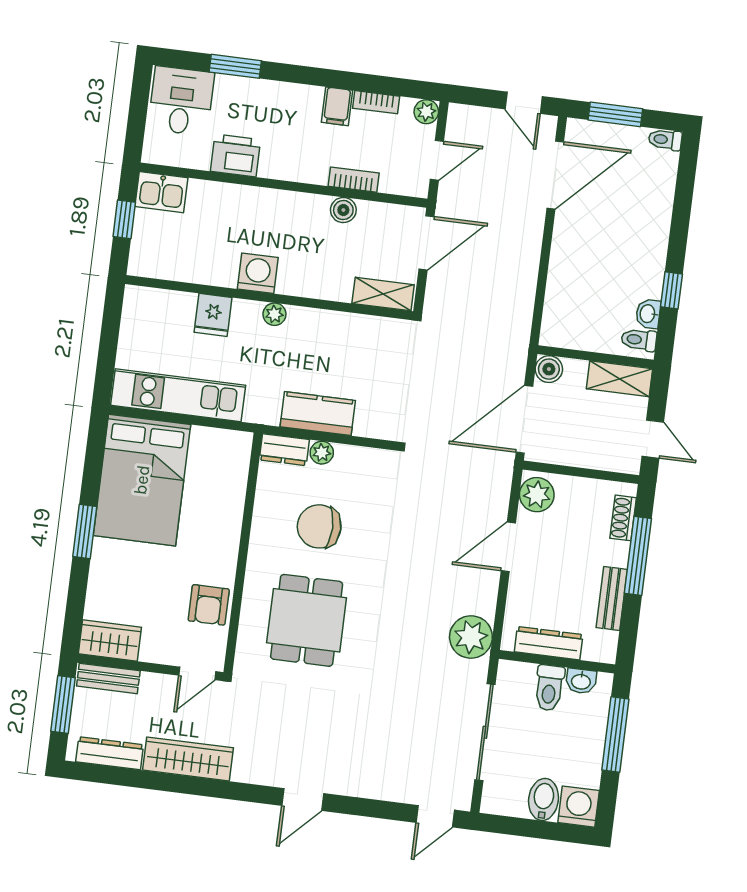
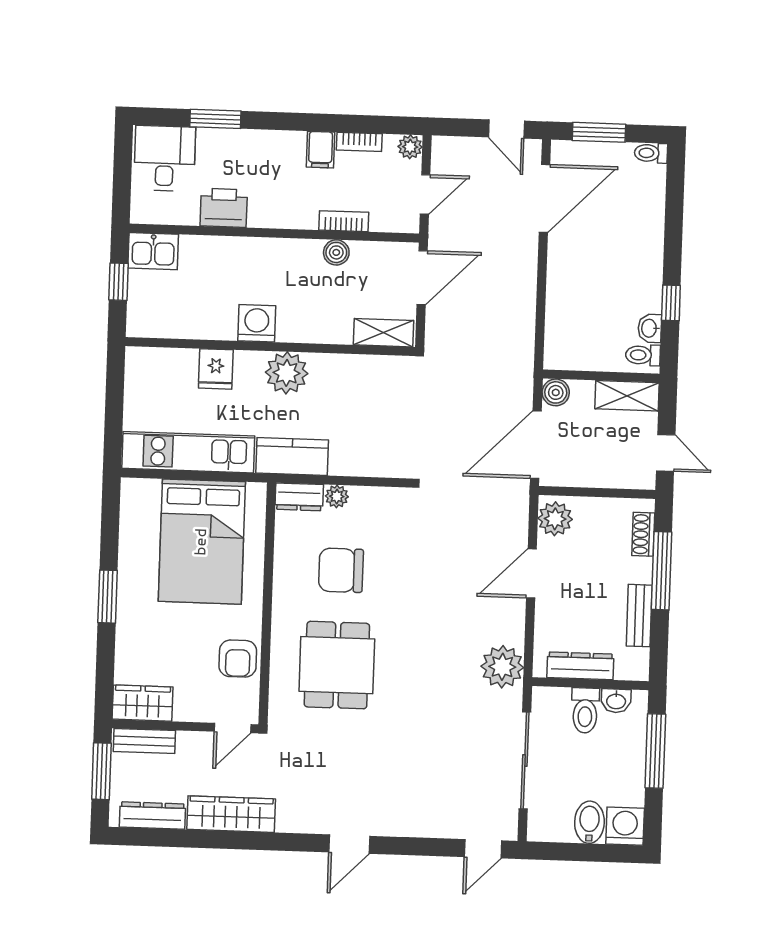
plant: (274, 314) -> (287, 373), width x1.87, depth x1.87
kitchen counter: (318, 414) -> (292, 456), moved
bed: (142, 480) -> (202, 542), moved

